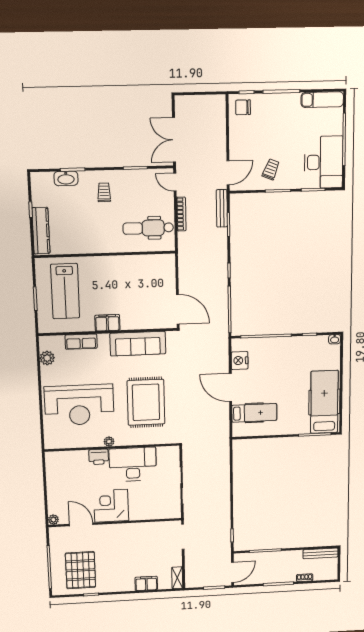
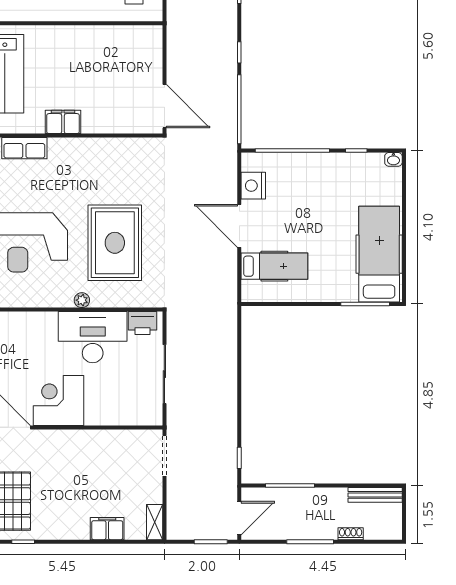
sofa: (138, 344) -> (106, 154), removed
plant: (109, 442) -> (82, 300), moved
printer: (99, 457) -> (143, 323), moved

